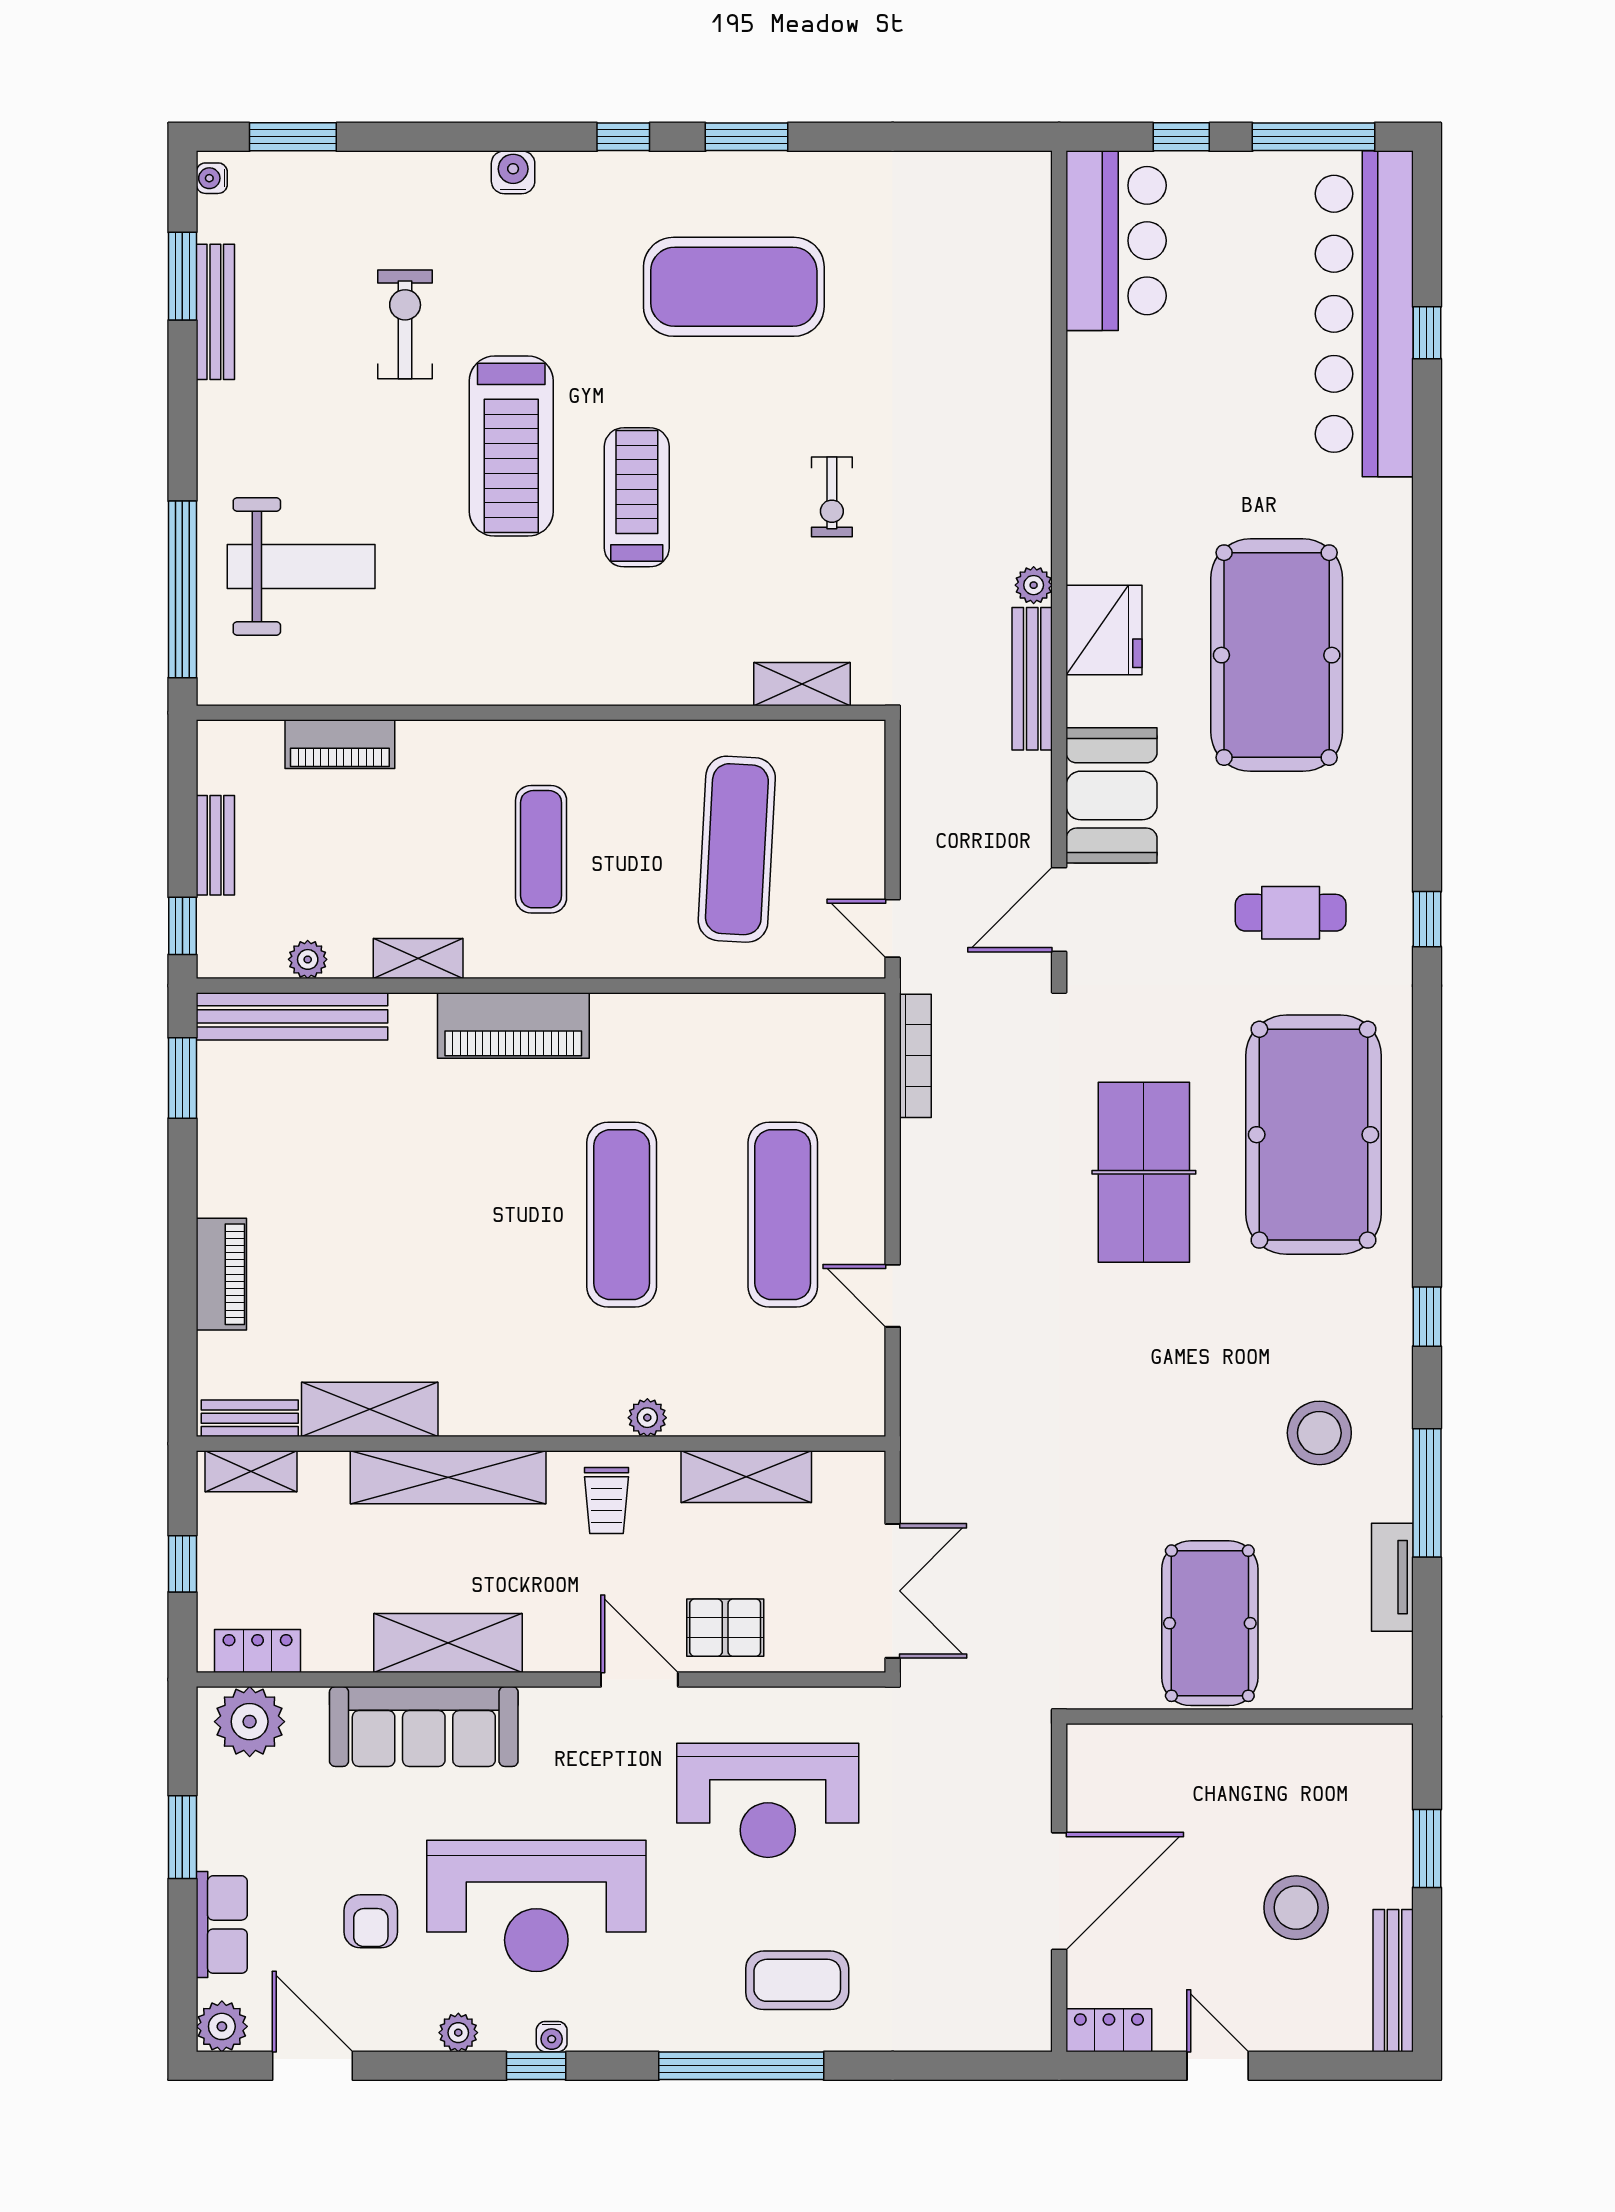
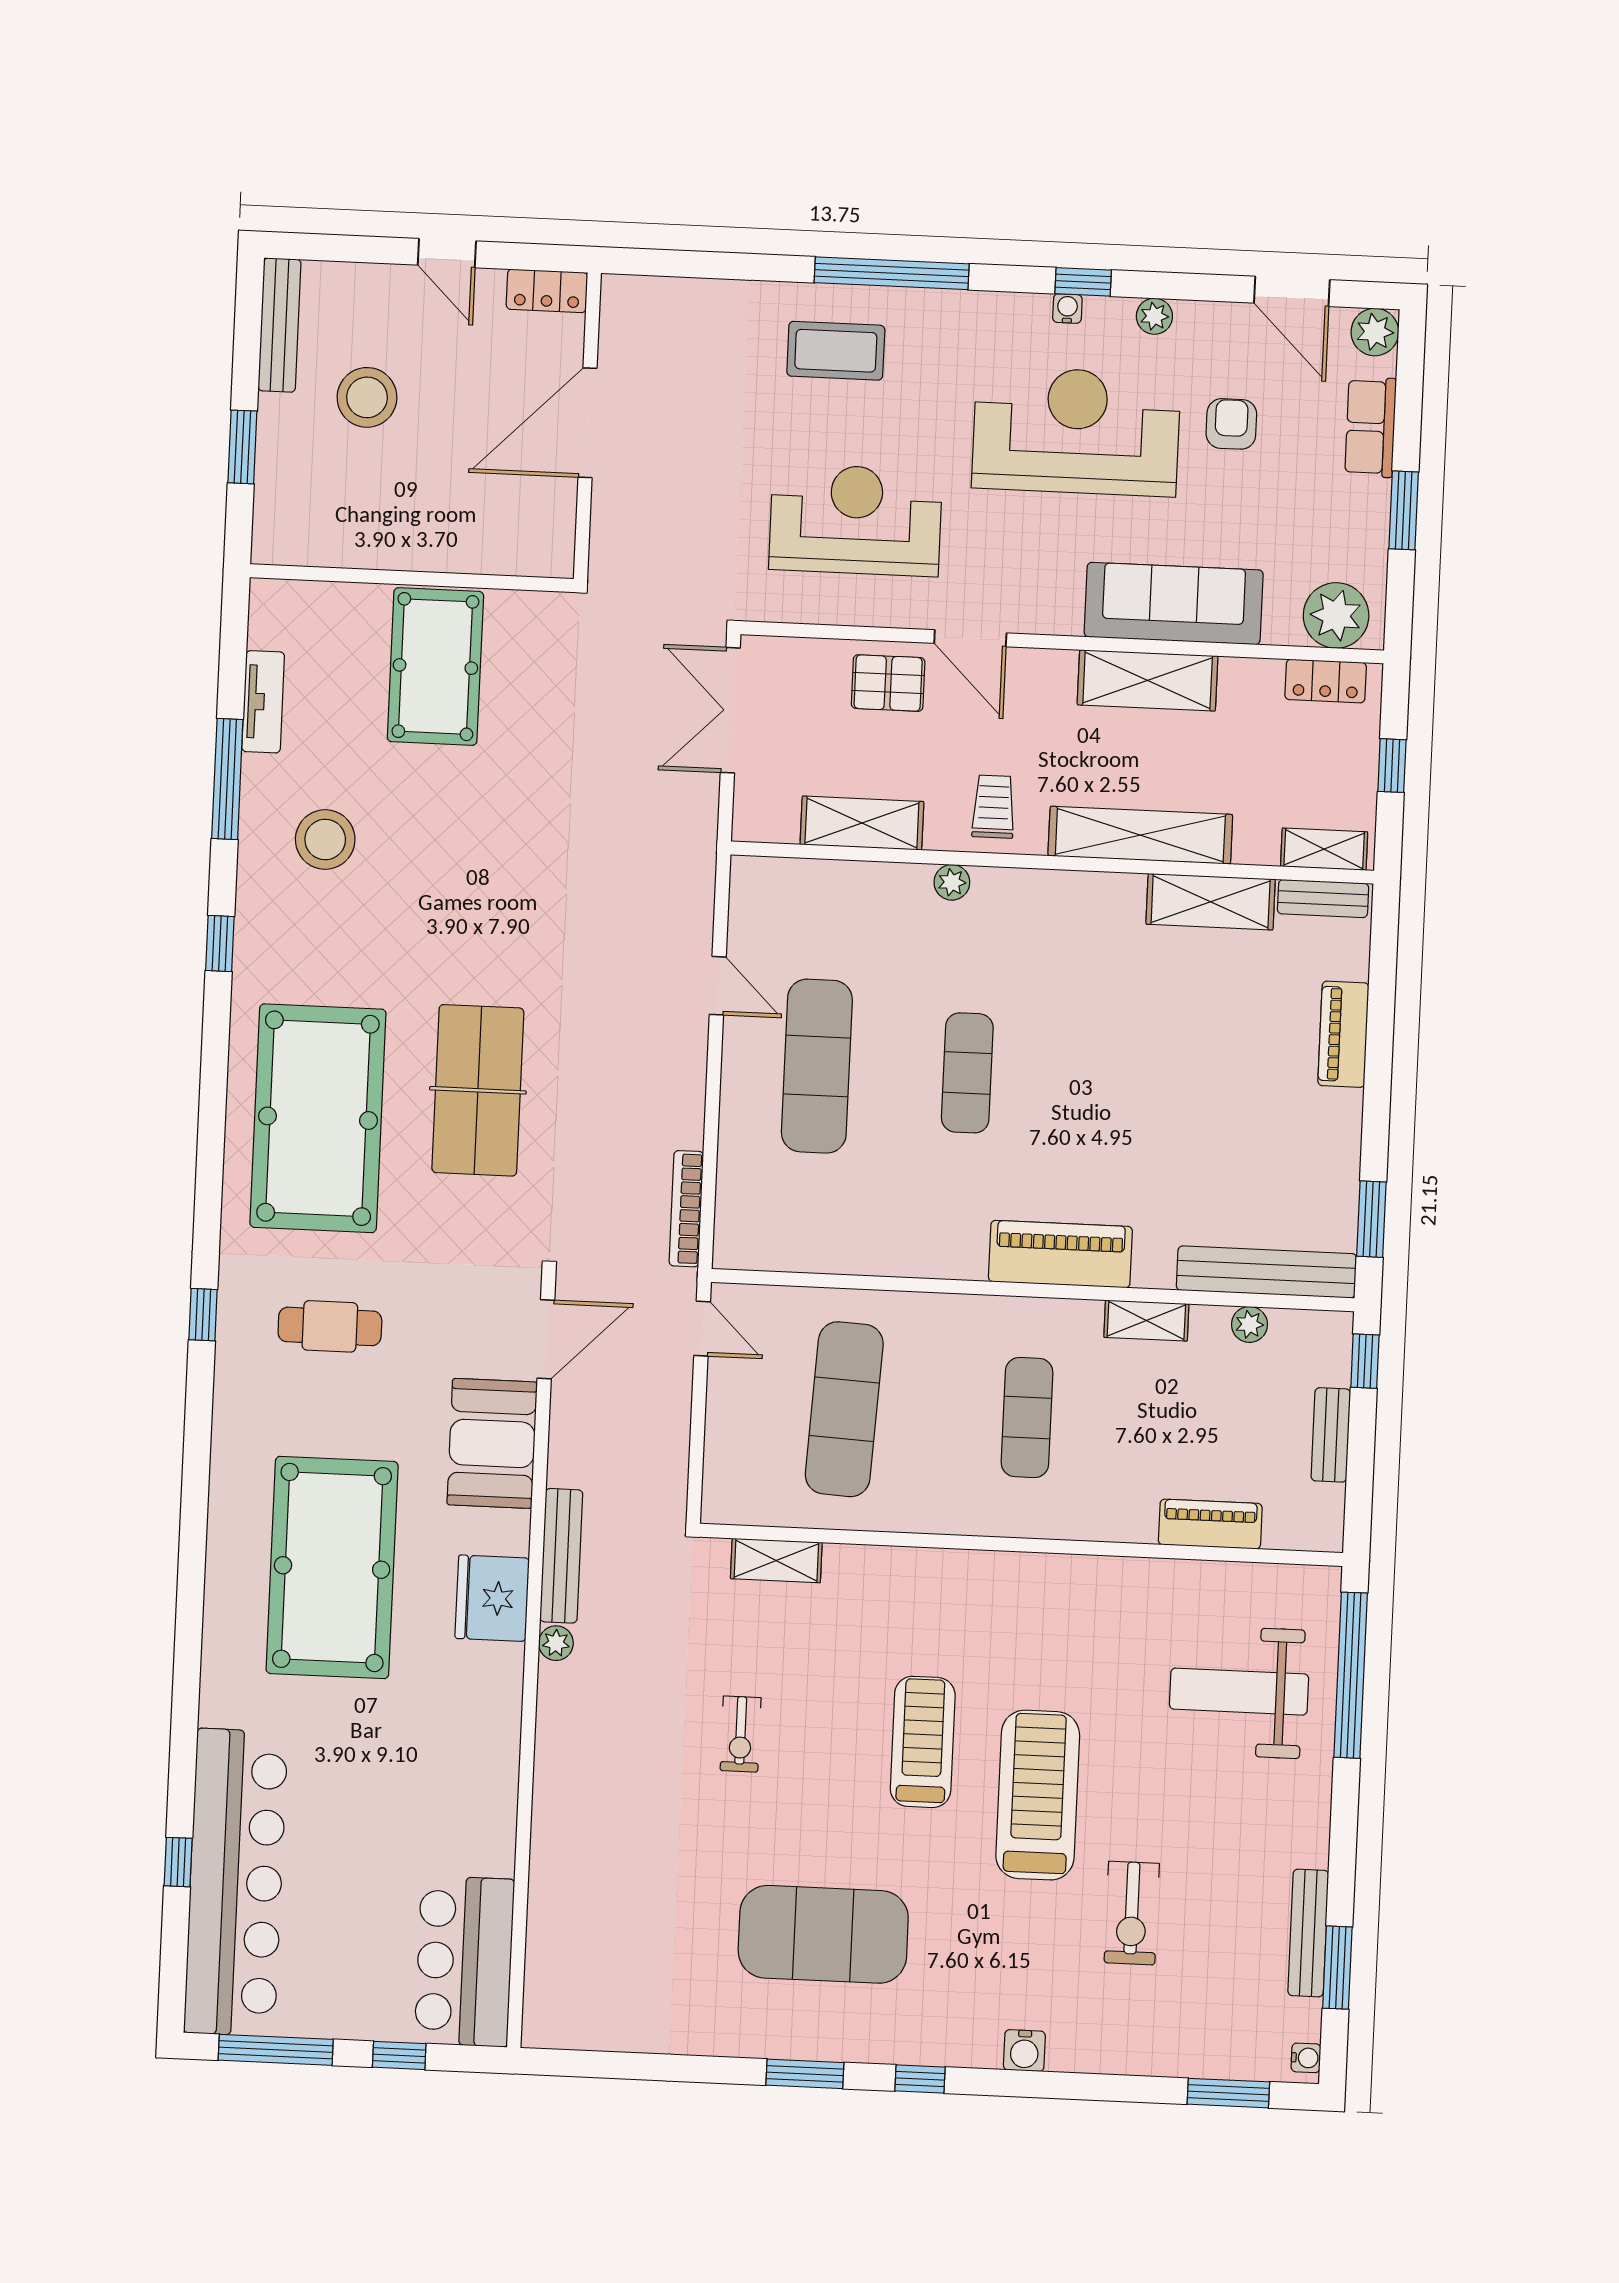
treadmill: (637, 497) -> (923, 1742), turned 180
exercise bike: (832, 497) -> (741, 1734), turned 180
exercise mat: (622, 1215) -> (967, 1073), width x0.73, depth x0.69

